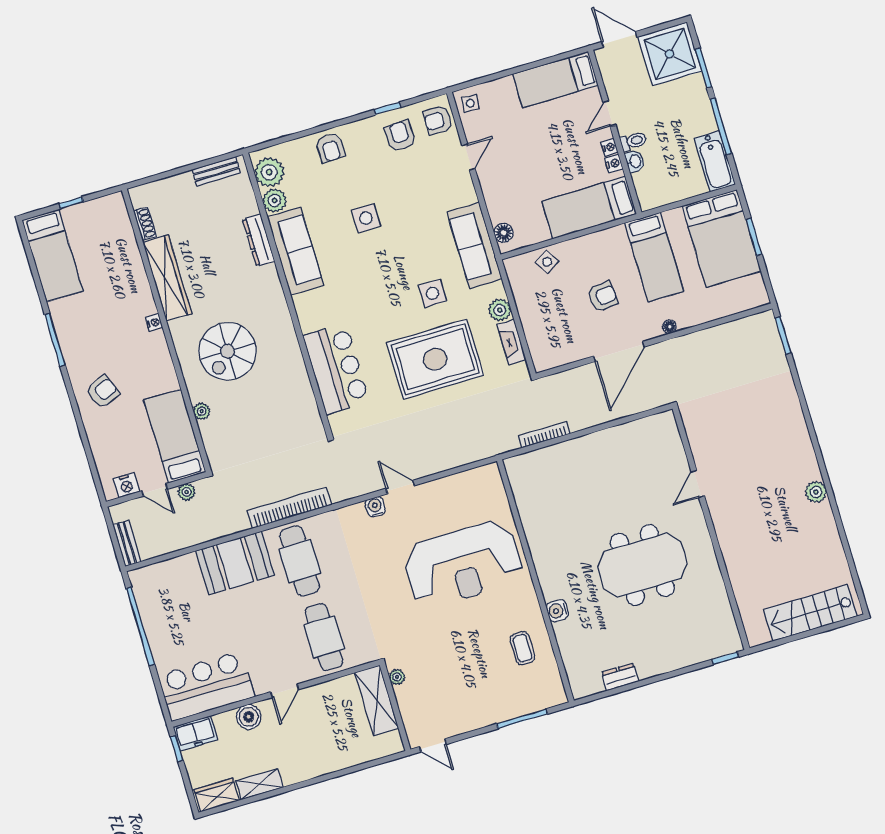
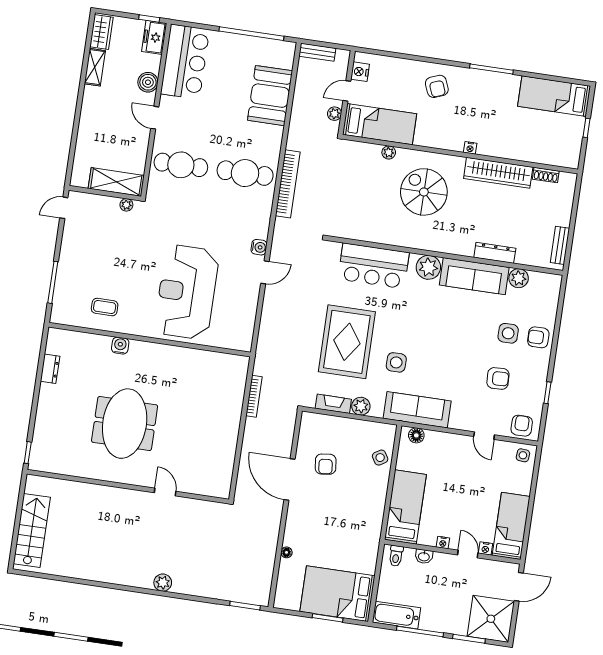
armchair: (400, 136) -> (498, 378), moved
toilet: (633, 141) -> (396, 556), moved
nightstand: (614, 163) -> (485, 548), moved
plant: (269, 172) -> (428, 267), moved
side table: (366, 218) -> (508, 333), moved
bed: (654, 257) -> (347, 538), removed
armchair: (603, 297) -> (326, 464), moved
floor lamp: (670, 327) -> (286, 552), moved
plant: (816, 492) -> (163, 583), moved
booth: (235, 563) -> (270, 96), moved

